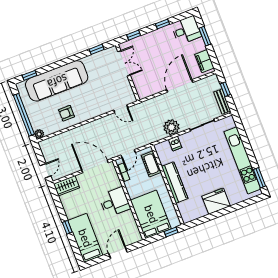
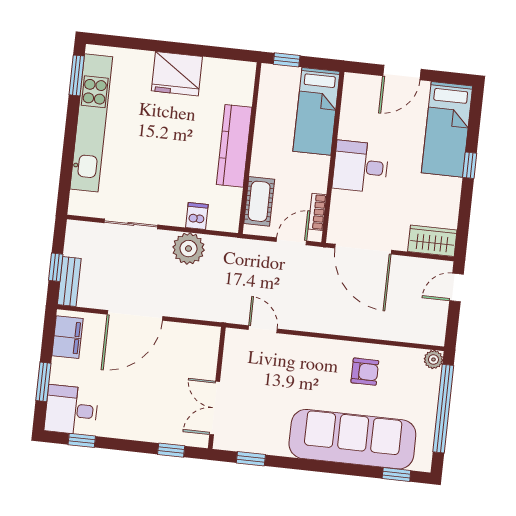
window: (162, 24) -> (82, 440), moved
bench: (222, 102) -> (69, 281), moved
bed: (151, 214) -> (316, 111), width x0.67

